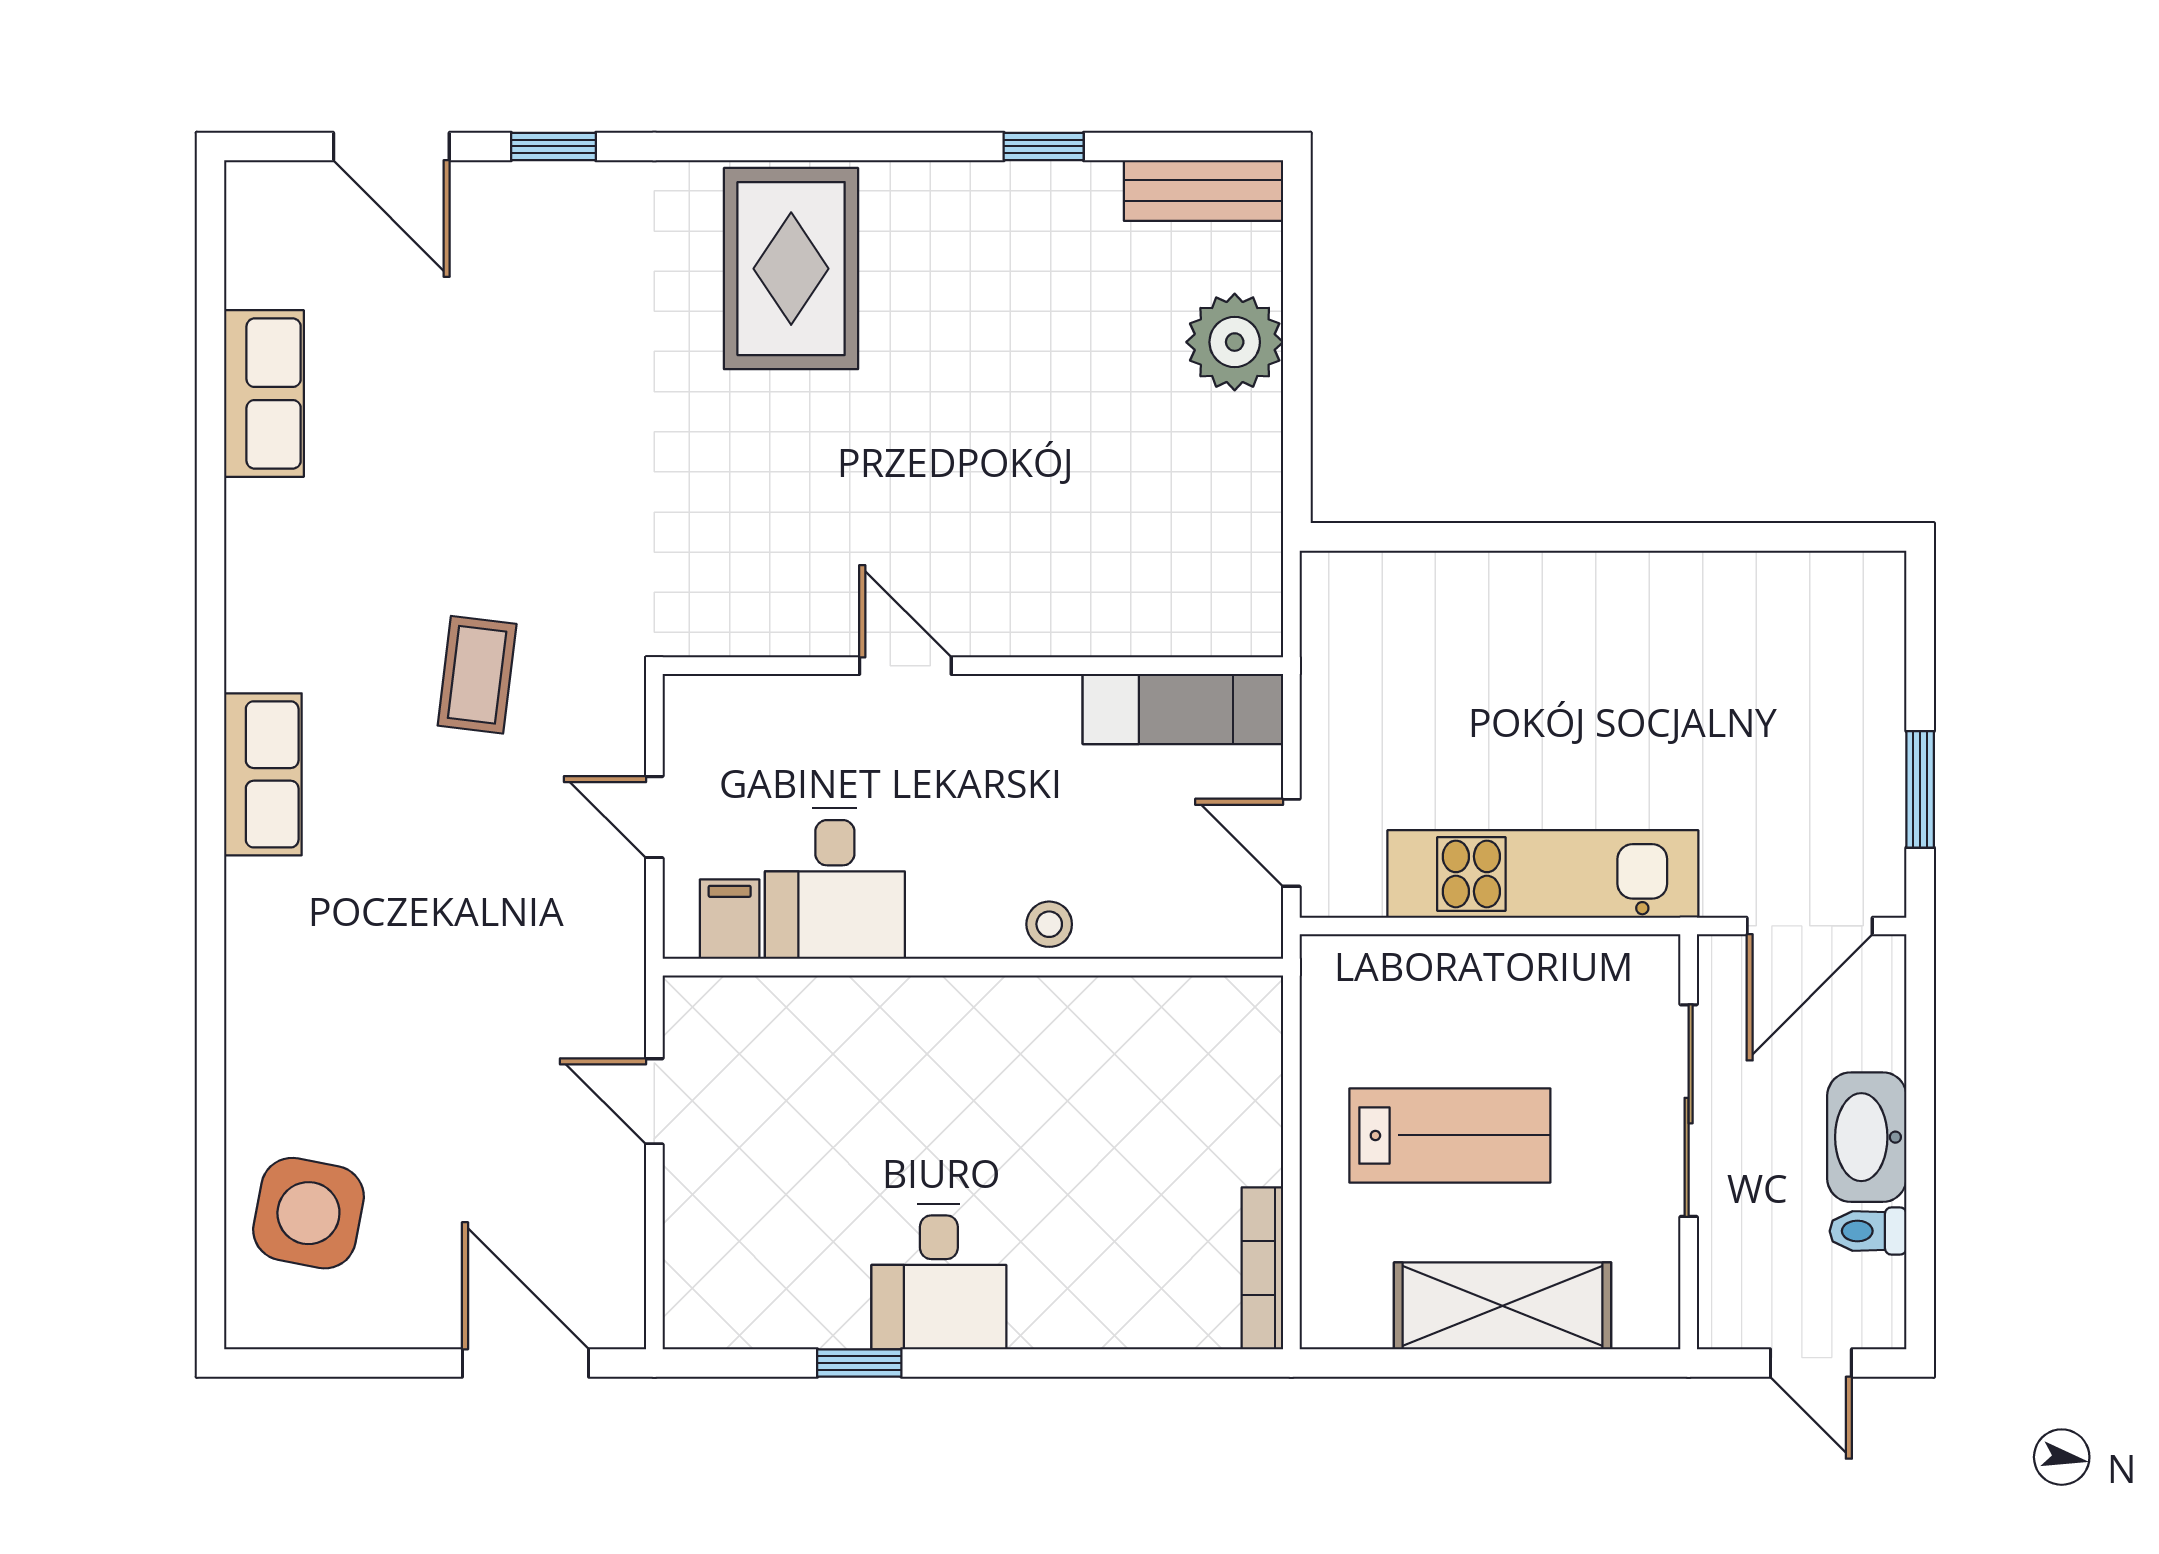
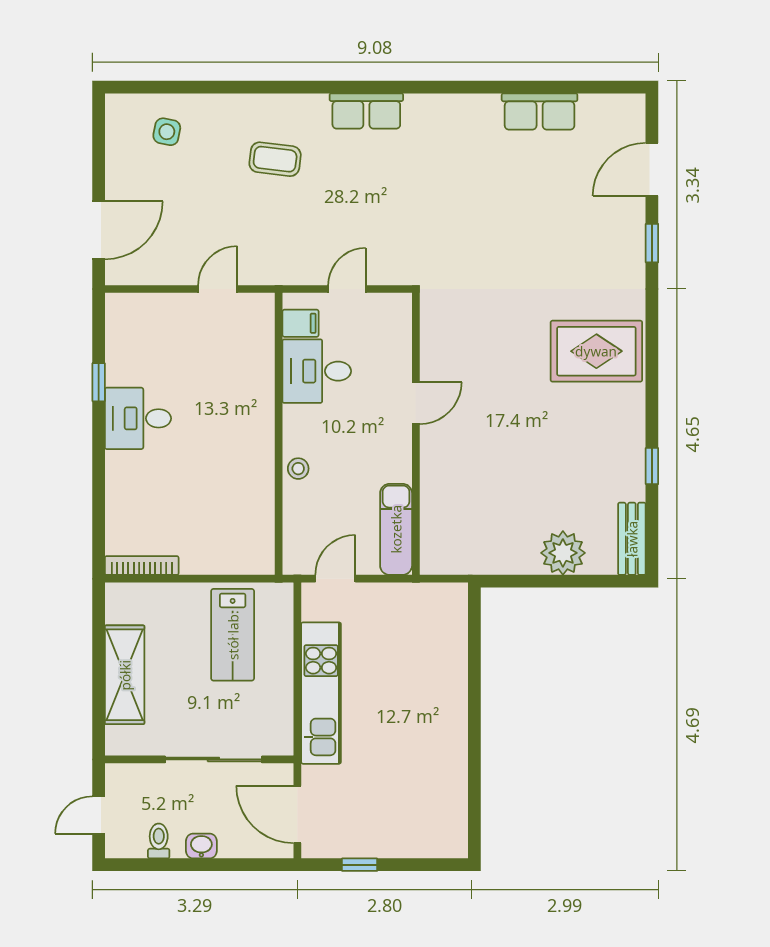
coffee table: (477, 675) -> (275, 159), moved
window: (1920, 789) -> (360, 865), width x0.67
lab bench: (1450, 1135) -> (233, 635), moved
washbasin: (1867, 1137) -> (201, 846), width x0.52, depth x0.69
side table: (308, 1213) -> (167, 132), width x0.54, depth x0.54

